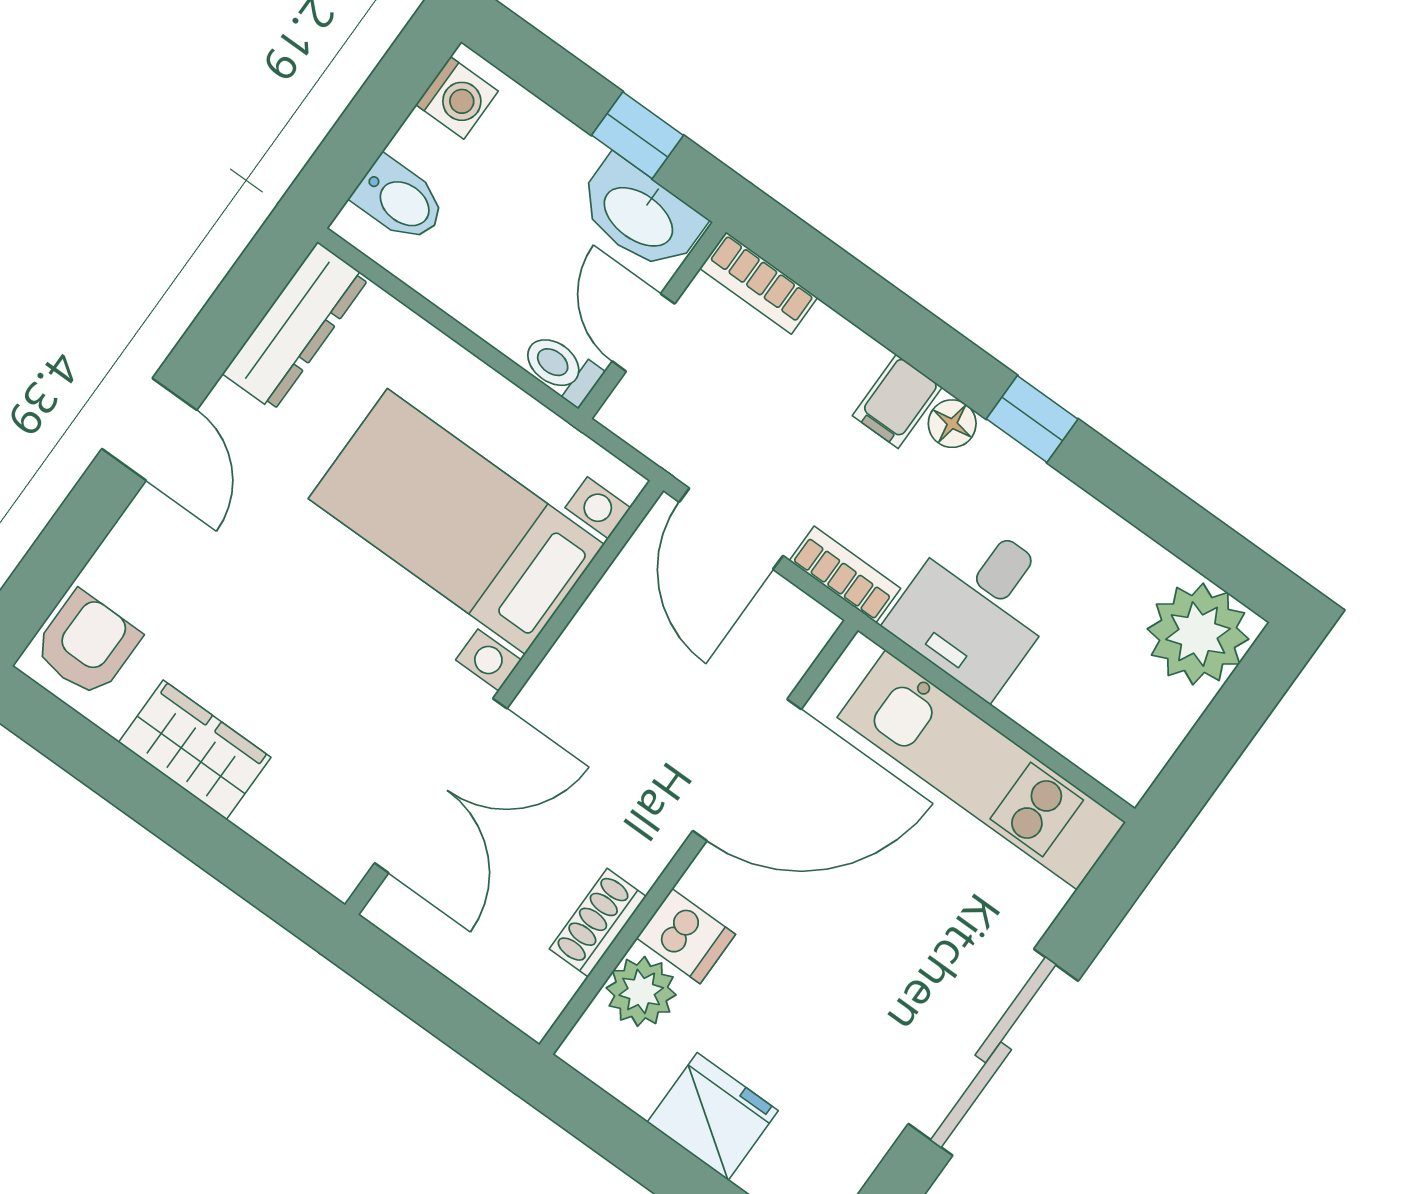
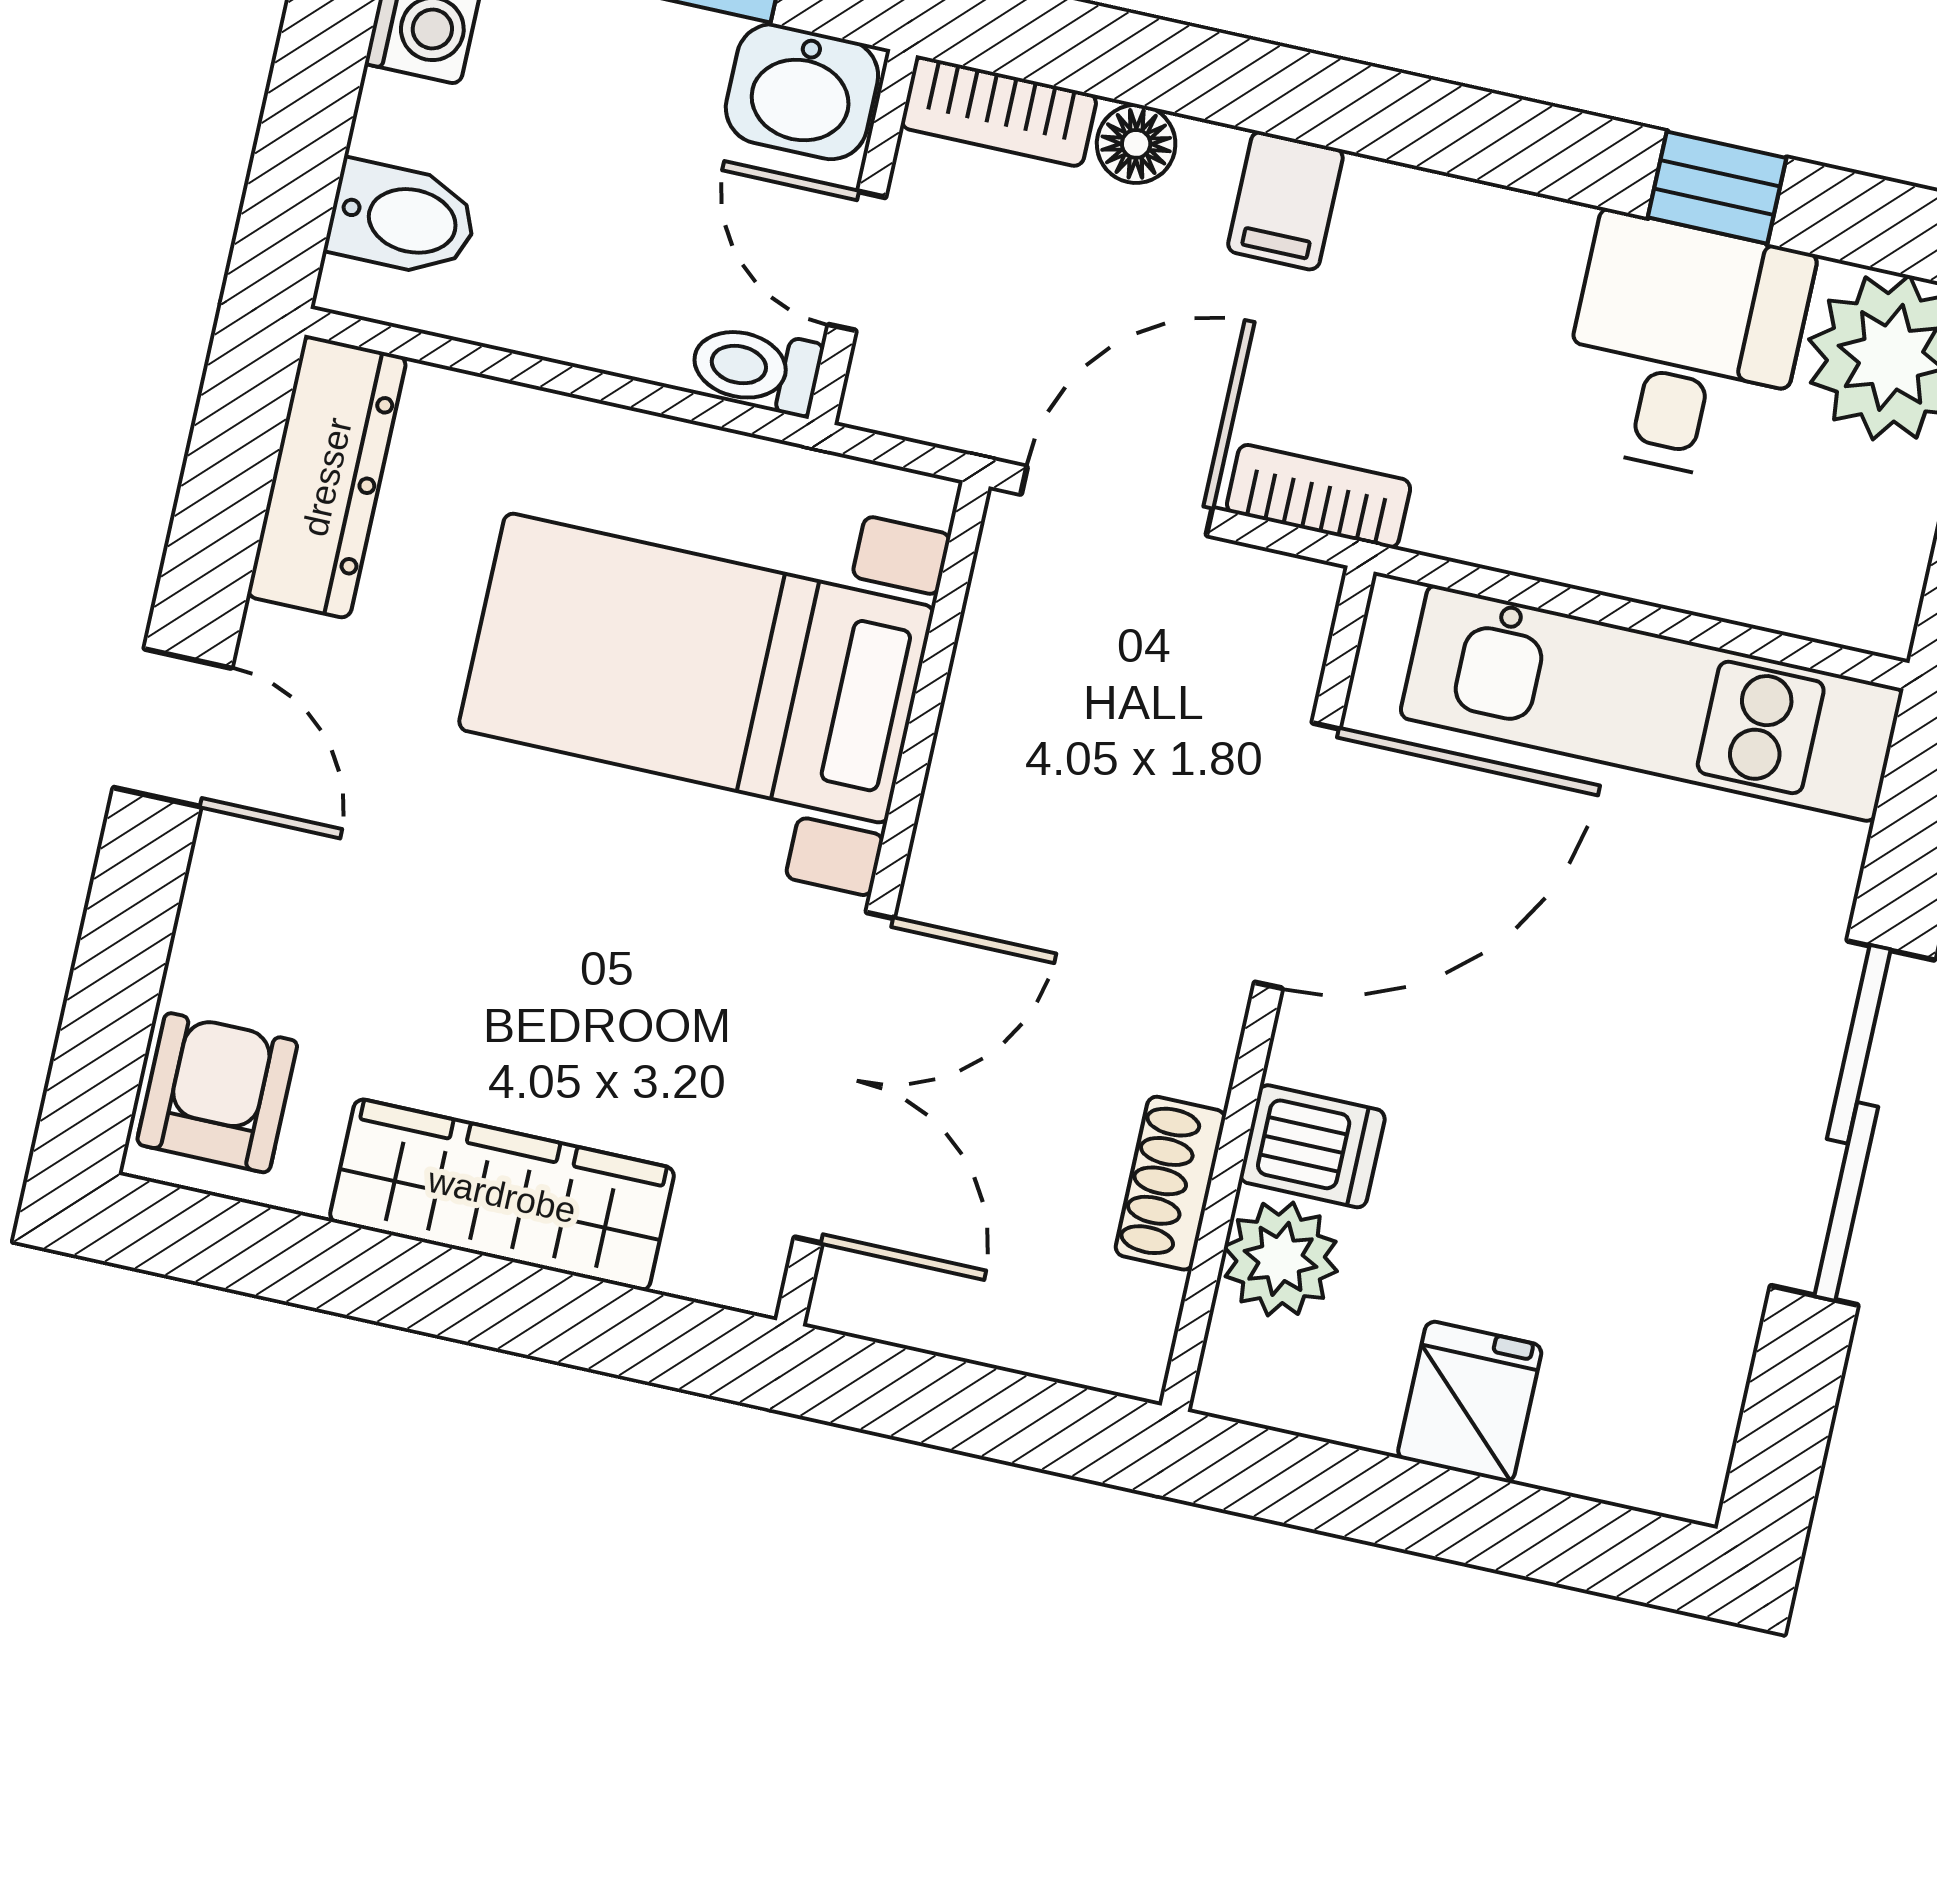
washbasin: (640, 215) -> (802, 92), width x0.72
window: (1032, 419) -> (1717, 188), moved
floor lamp: (952, 424) -> (1136, 144), moved
door: (731, 529) -> (1117, 501), swing flipped
desk: (978, 606) -> (1684, 348), moved, turned 180
wardrobe: (195, 750) -> (502, 1195), width x1.50
fridge: (713, 1116) -> (1470, 1402), width x0.72

